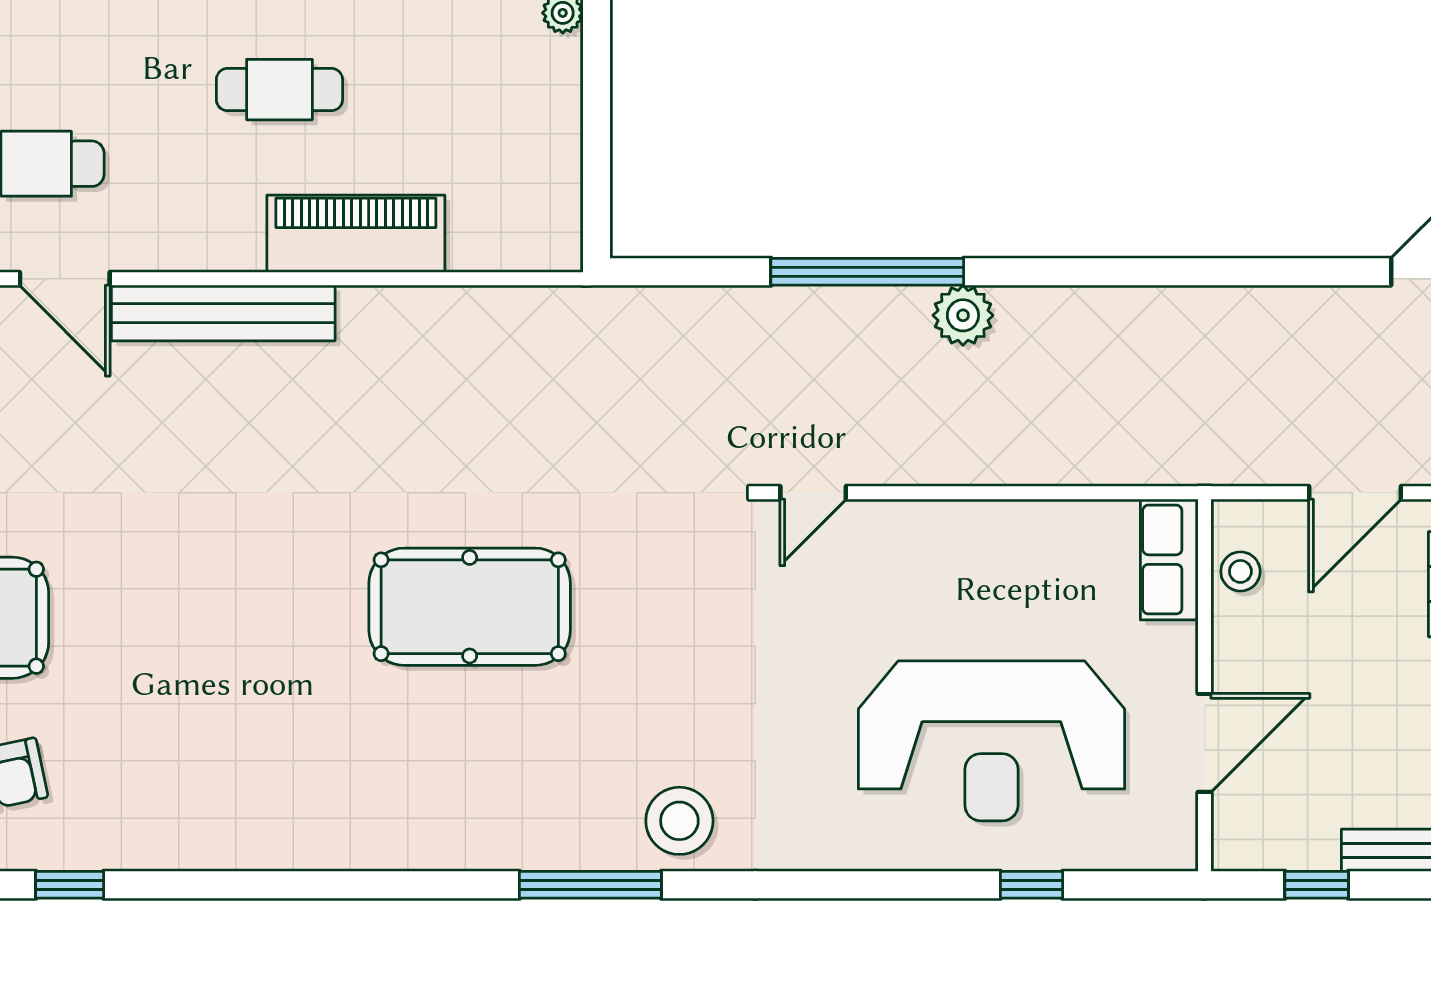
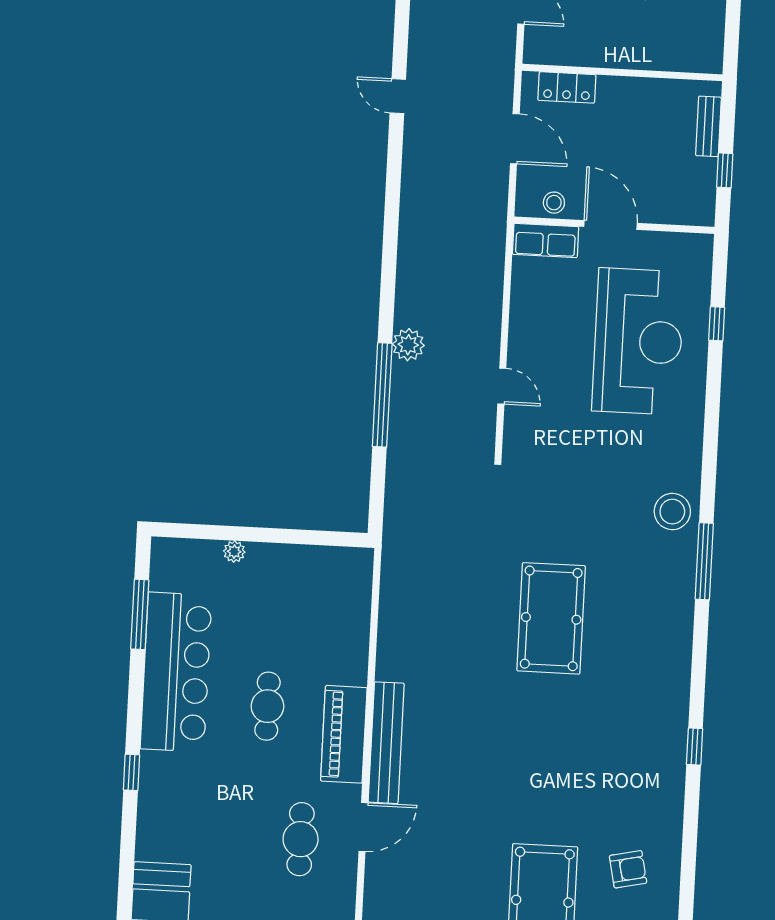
piano: (356, 234) -> (344, 734), moved
door: (813, 493) -> (502, 386), moved
door: (1205, 743) -> (610, 225), moved
window: (70, 885) -> (695, 747), moved

